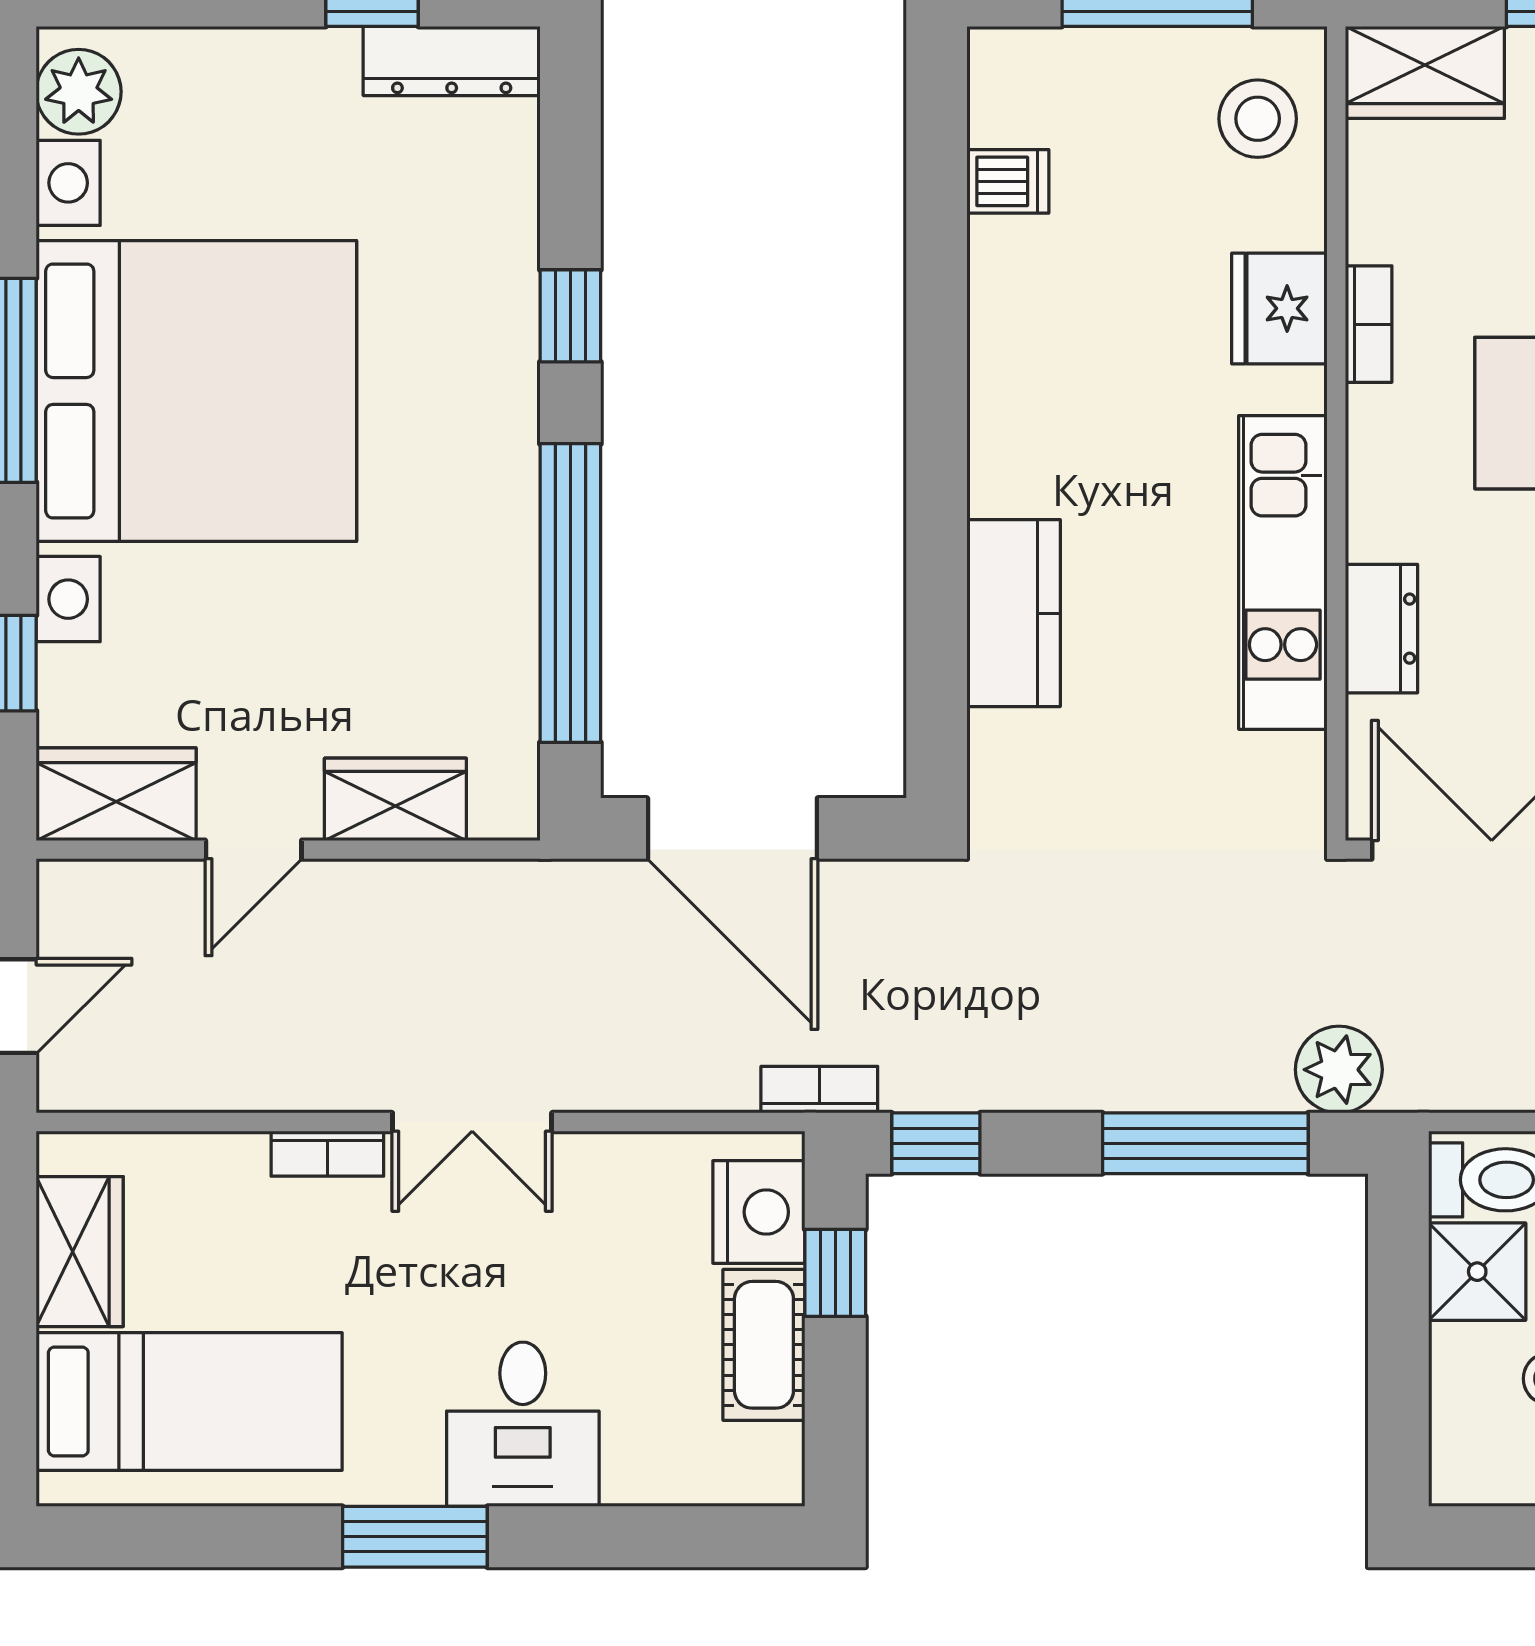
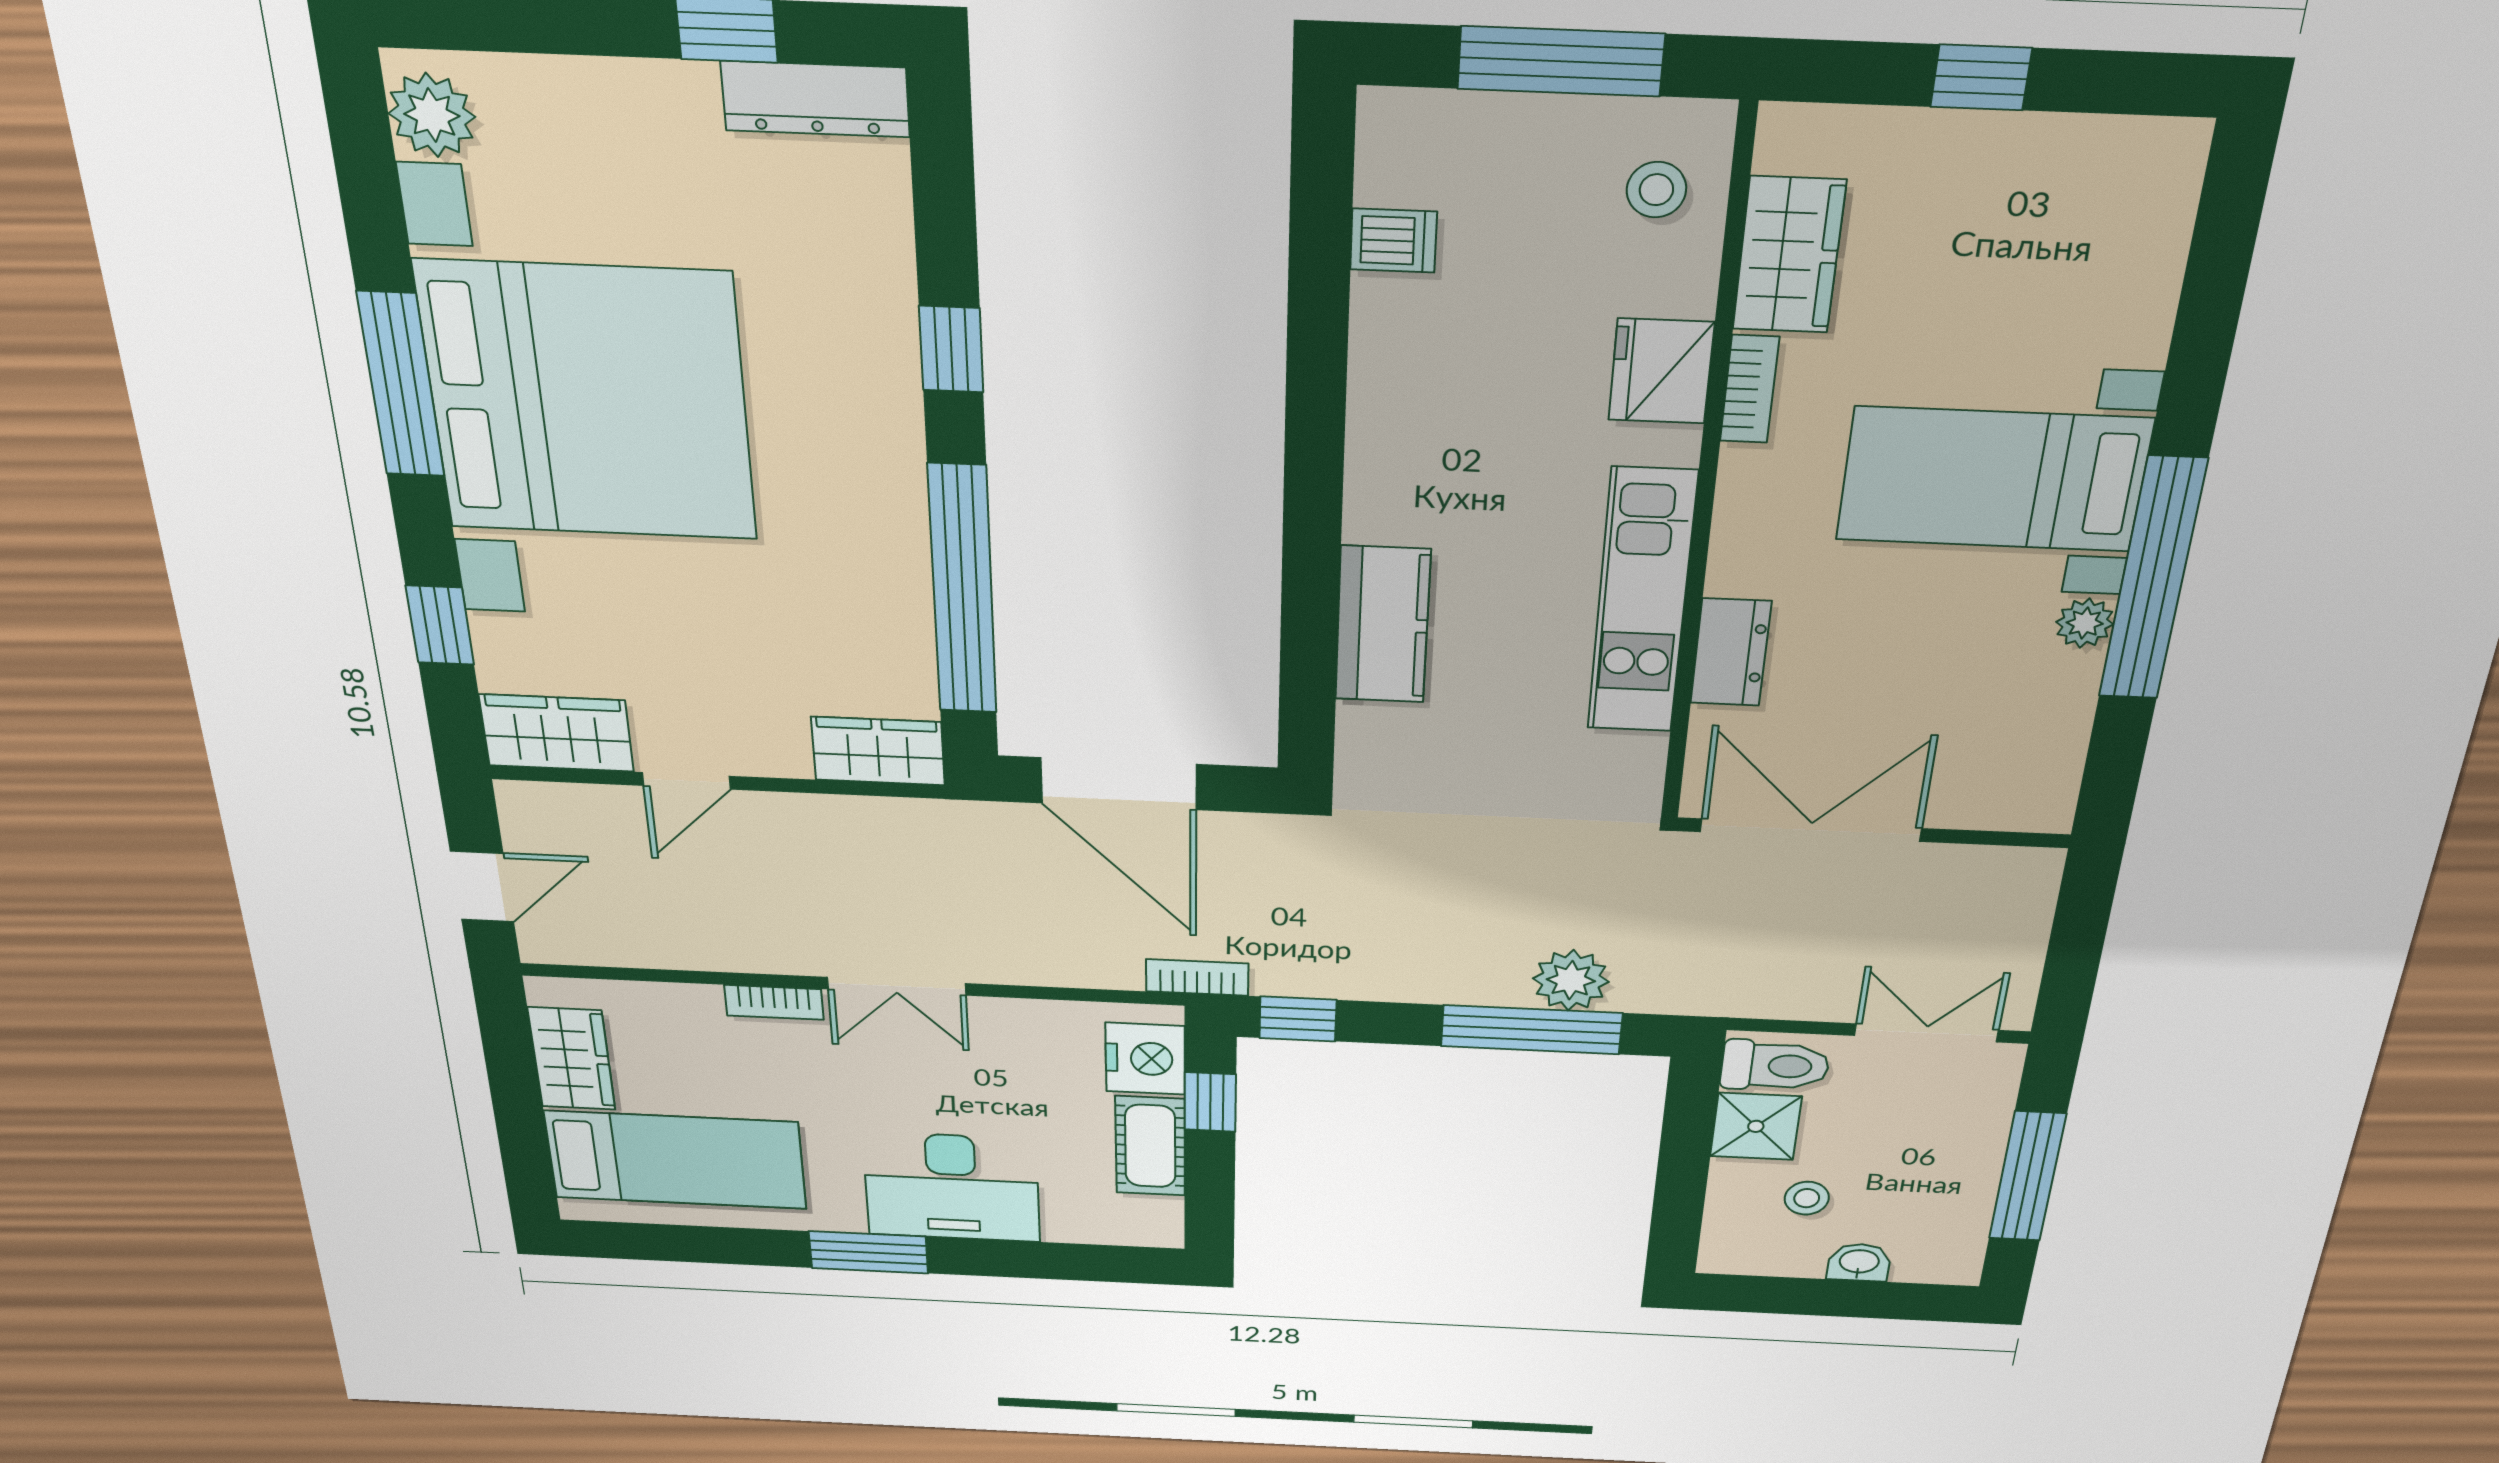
wardrobe: (1425, 72) -> (1789, 255), moved, turned -90
stool: (1258, 119) -> (1656, 190), width x0.73, depth x0.73
wardrobe: (395, 799) -> (878, 751), moved
plant: (1339, 1070) -> (1571, 980), moved
desk: (523, 1424) -> (952, 1187), width x1.37

